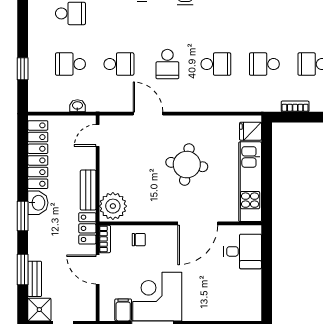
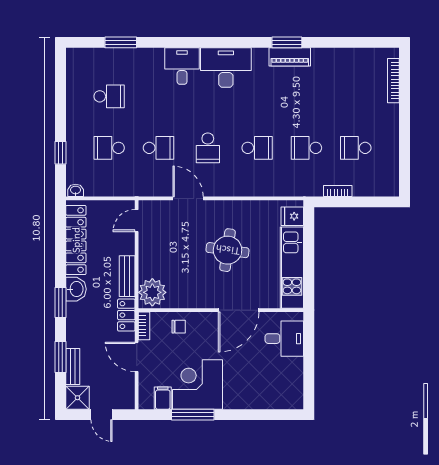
washbasin: (77, 106) -> (76, 190), moved

